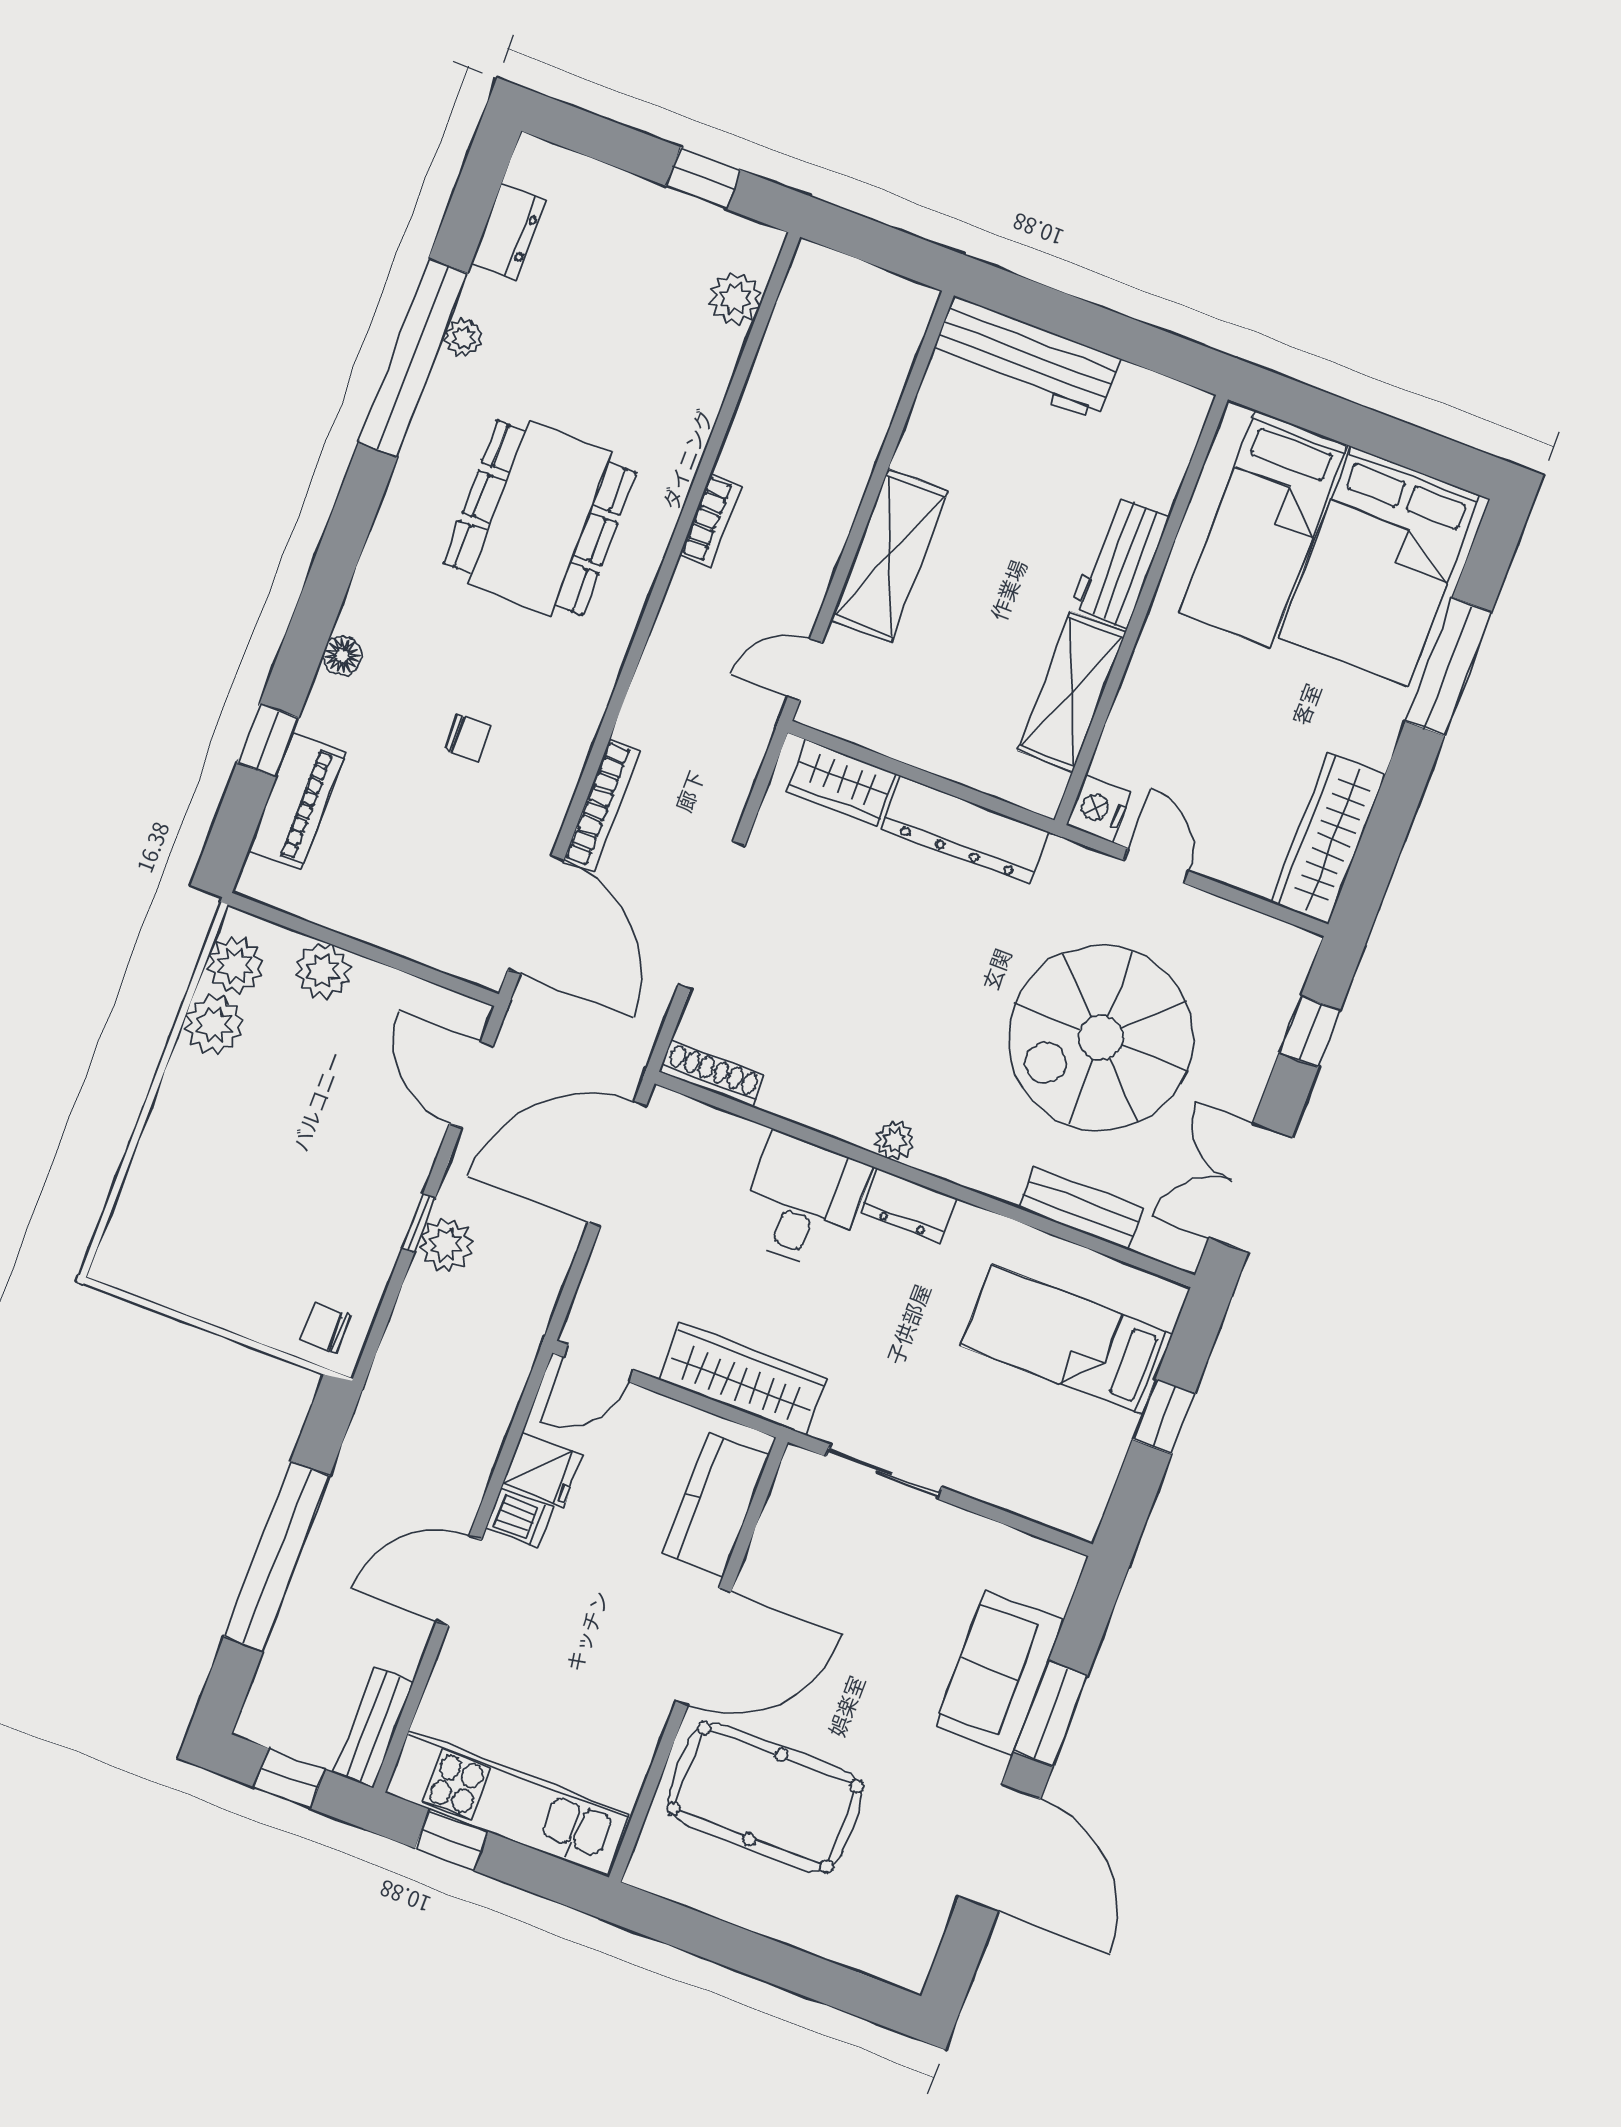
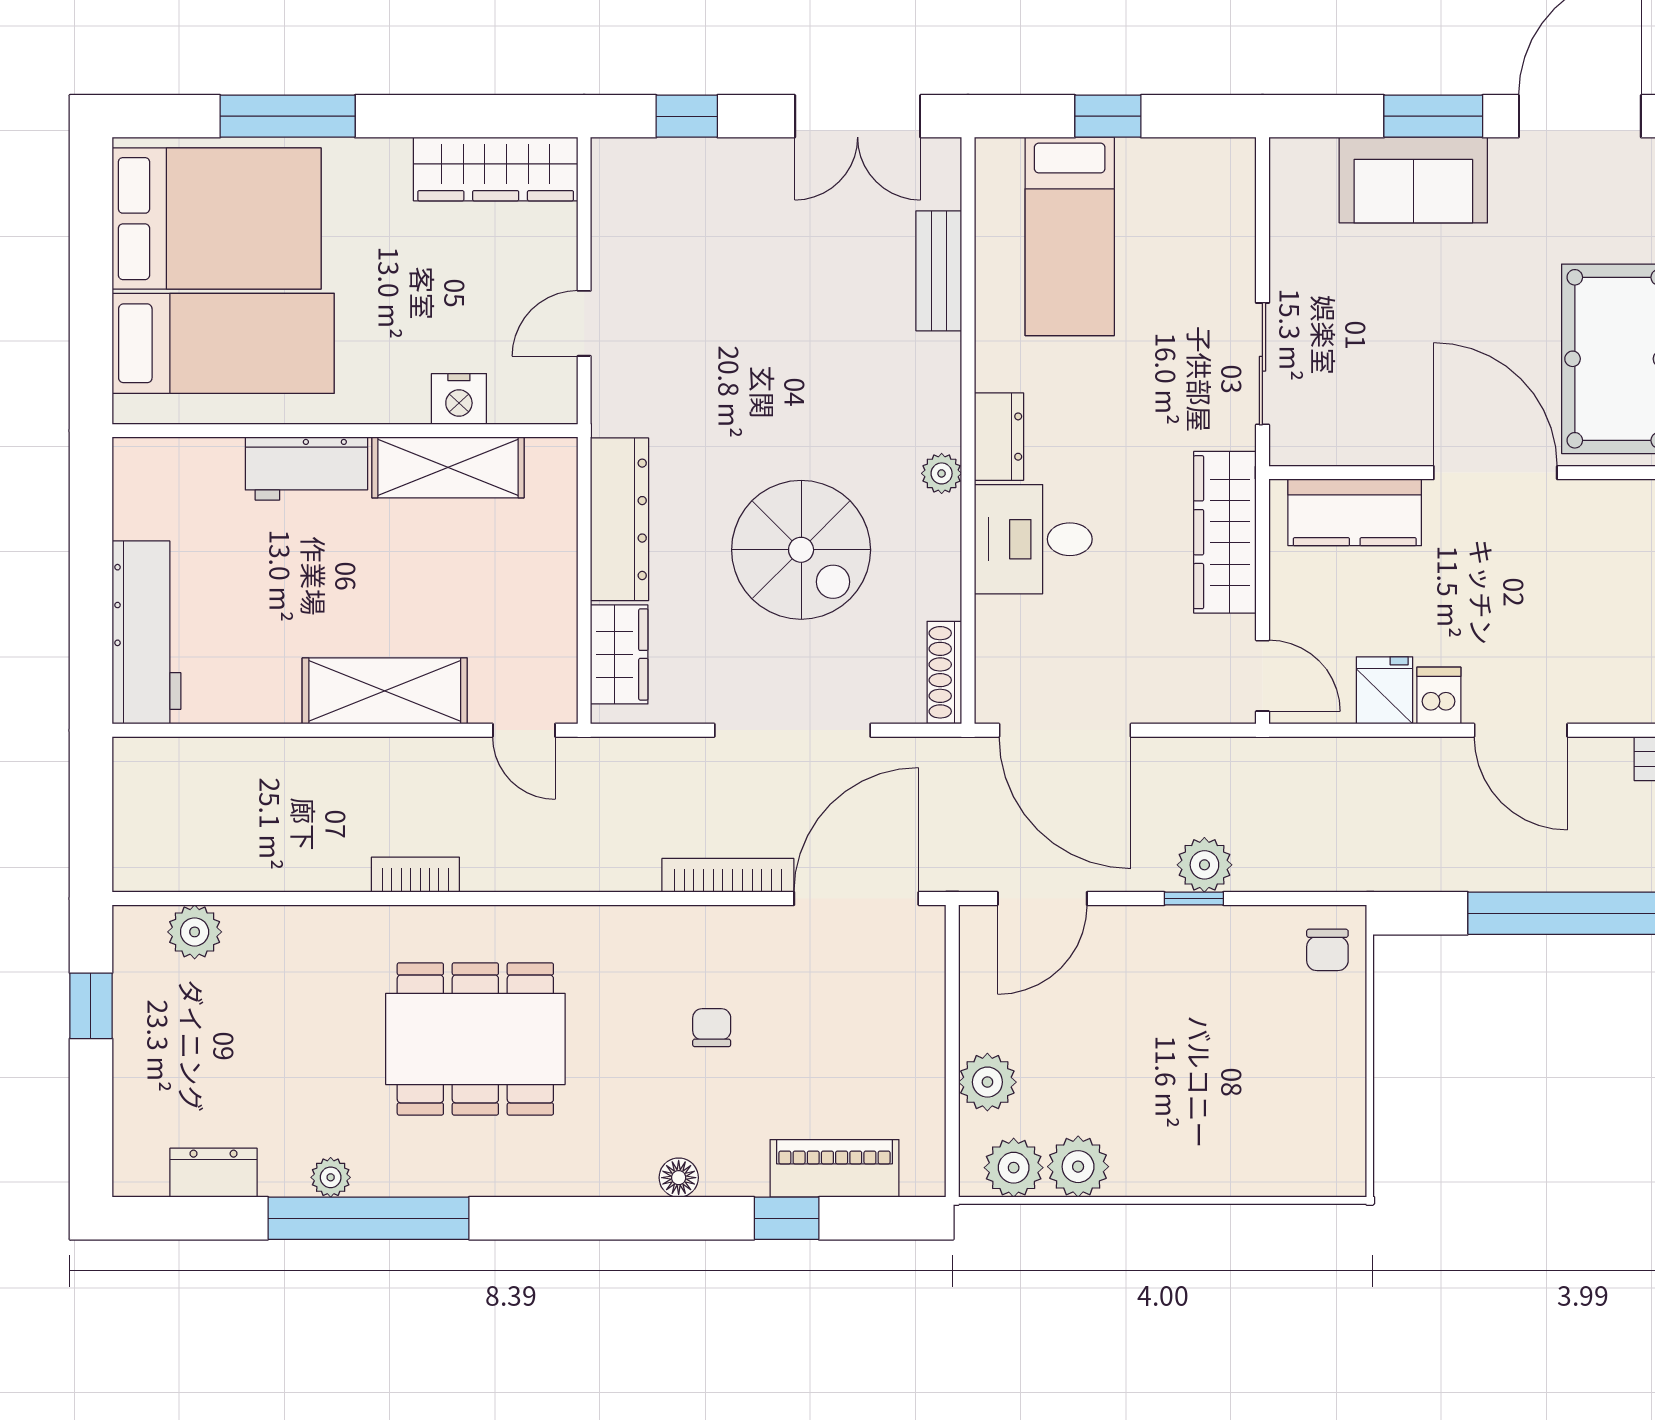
nightstand: (1099, 809) -> (459, 399), moved
spiral stairs: (1101, 1038) -> (801, 550), moved, width x0.73, depth x0.73

